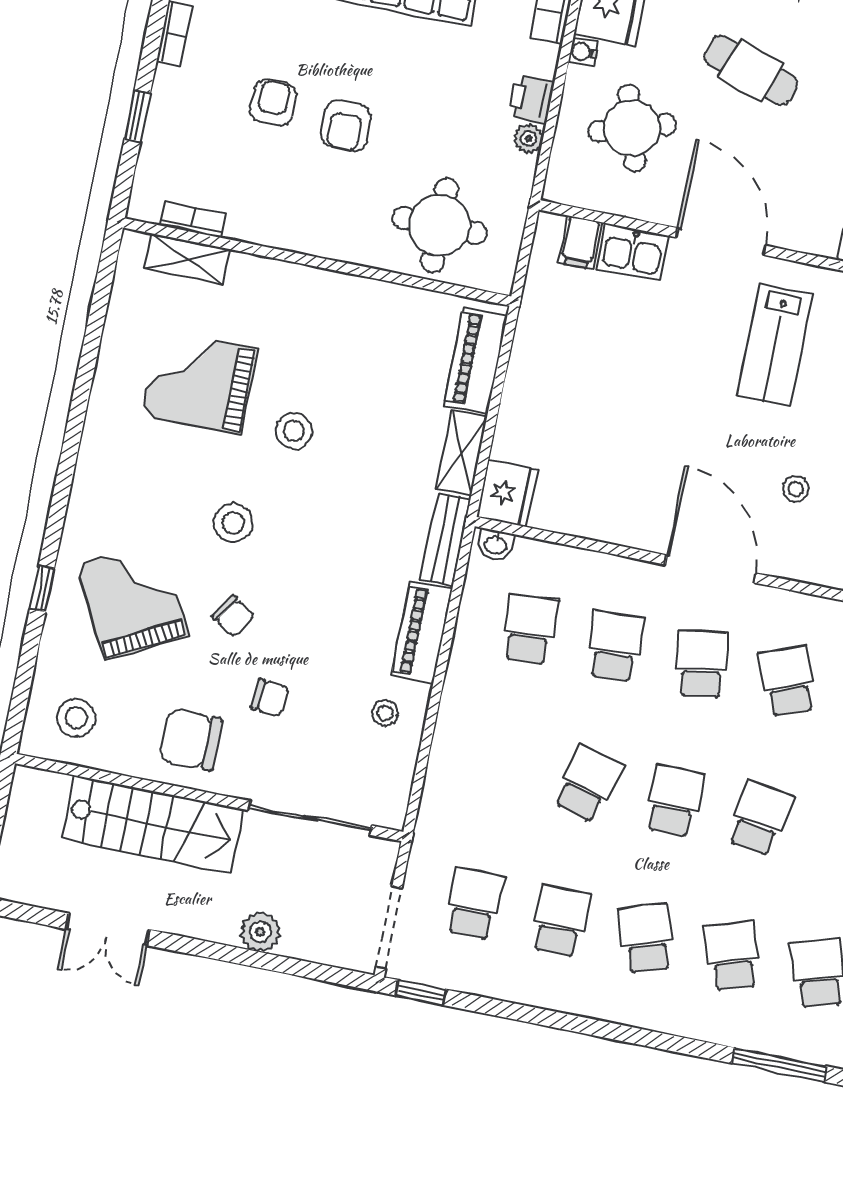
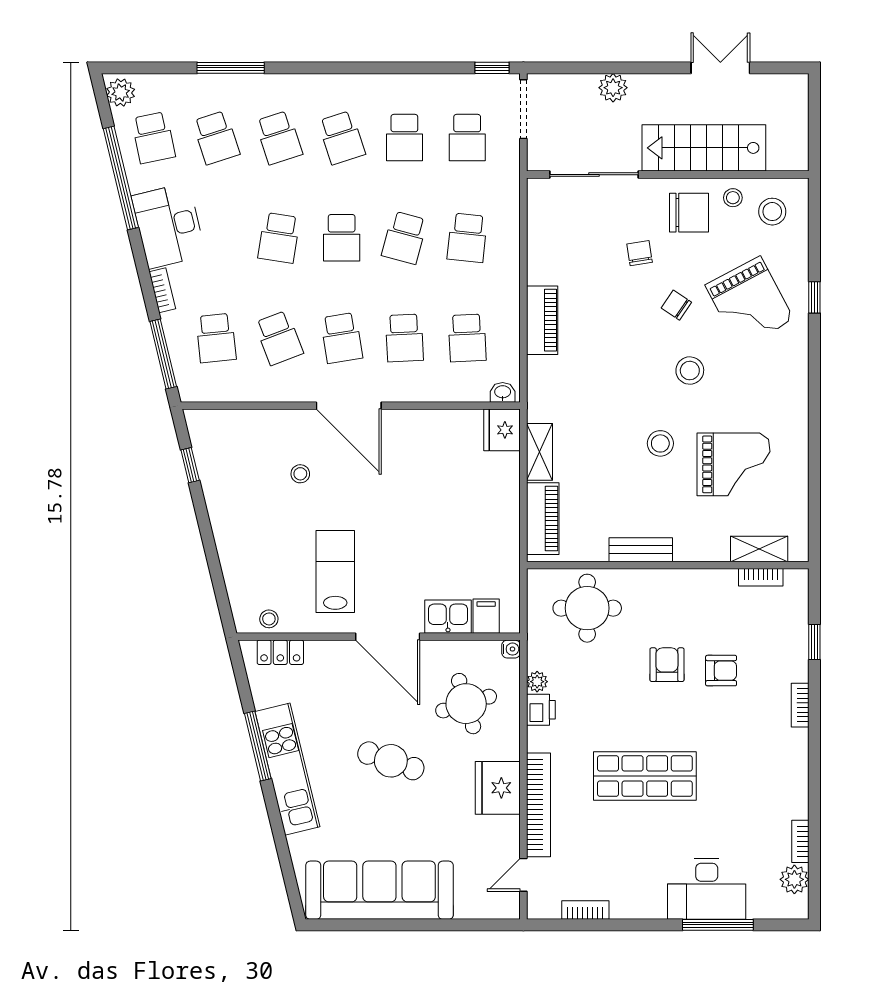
water cooler: (583, 52) -> (511, 649), moved
armchair: (273, 103) -> (721, 671), turned -90
bench: (445, 540) -> (641, 550), moved, turned 90
chair: (270, 698) -> (640, 253), turned 75
stool: (385, 713) -> (733, 198), moved
school desk: (502, 766) -> (467, 238), added

